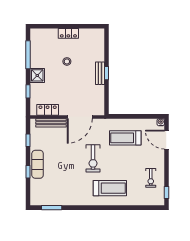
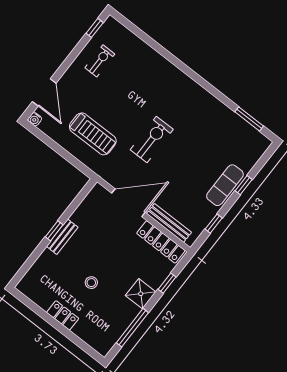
locker: (48, 110) -> (161, 242), width x1.53
treadmill: (110, 188) -> (159, 87), removed

